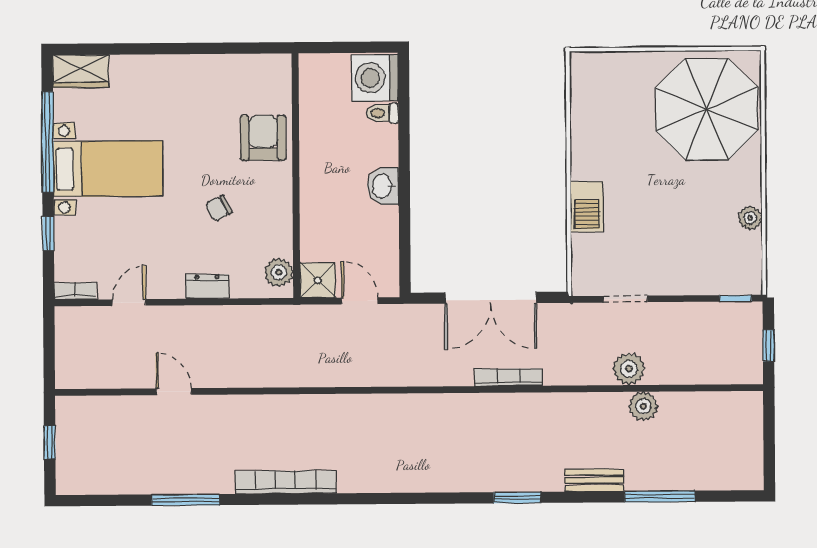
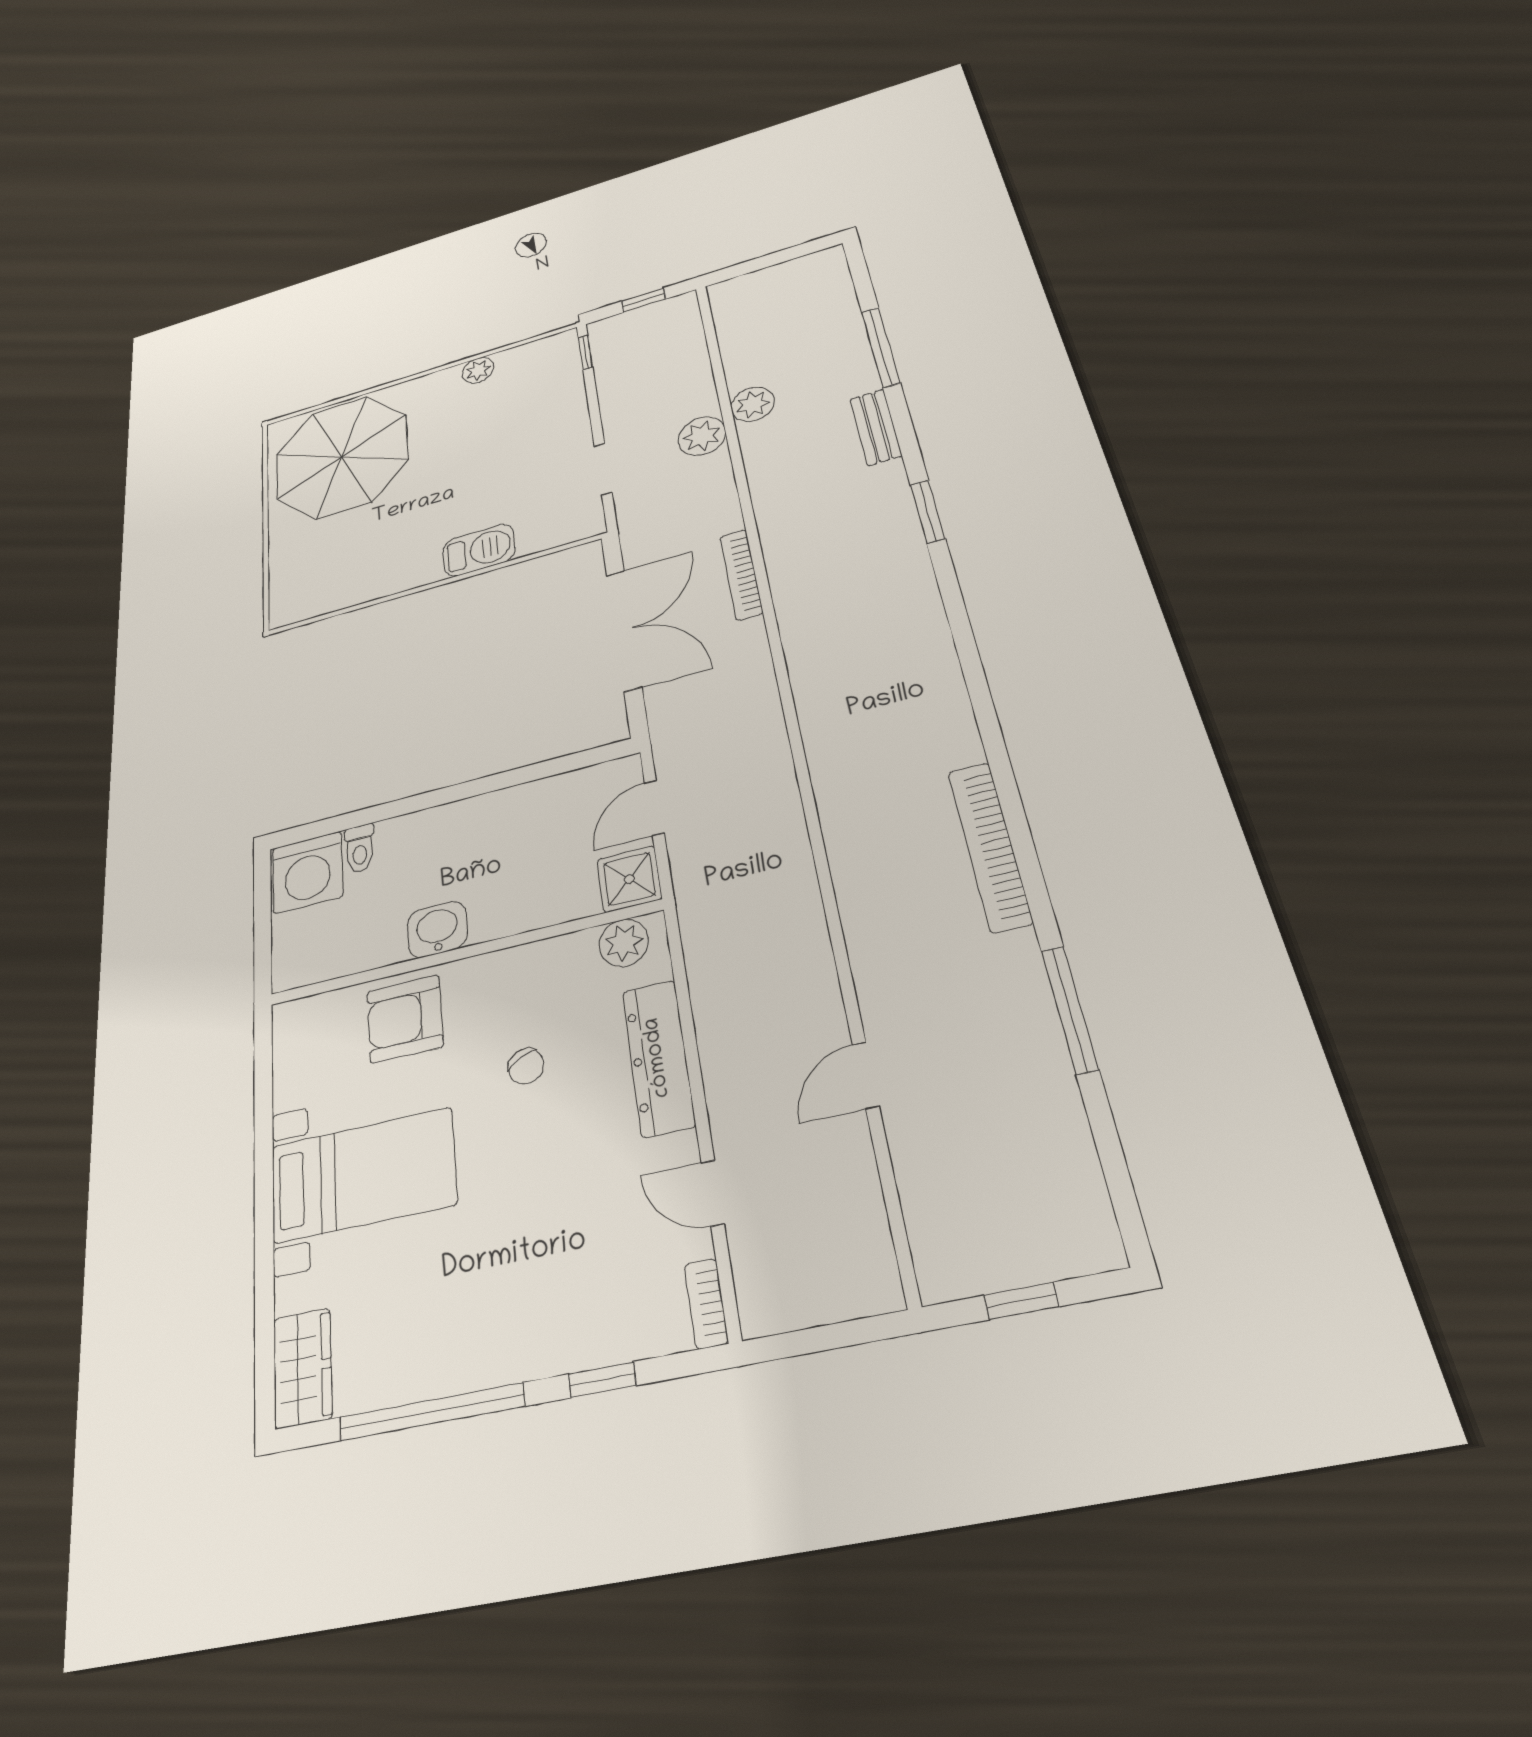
bed with nightstands: (108, 169) -> (363, 1175), moved, turned 90
washbasin: (383, 186) -> (437, 929), moved, turned 180
dresser: (207, 286) -> (658, 1058), width x1.96, depth x1.24

